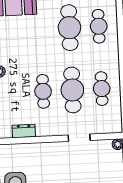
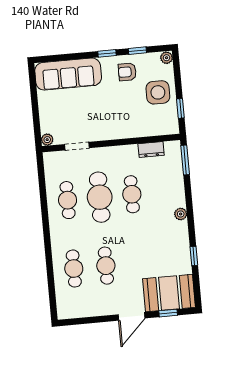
cafe table: (69, 28) -> (106, 266), width x0.73, depth x0.74
doorway: (79, 138) -> (77, 146), moved

